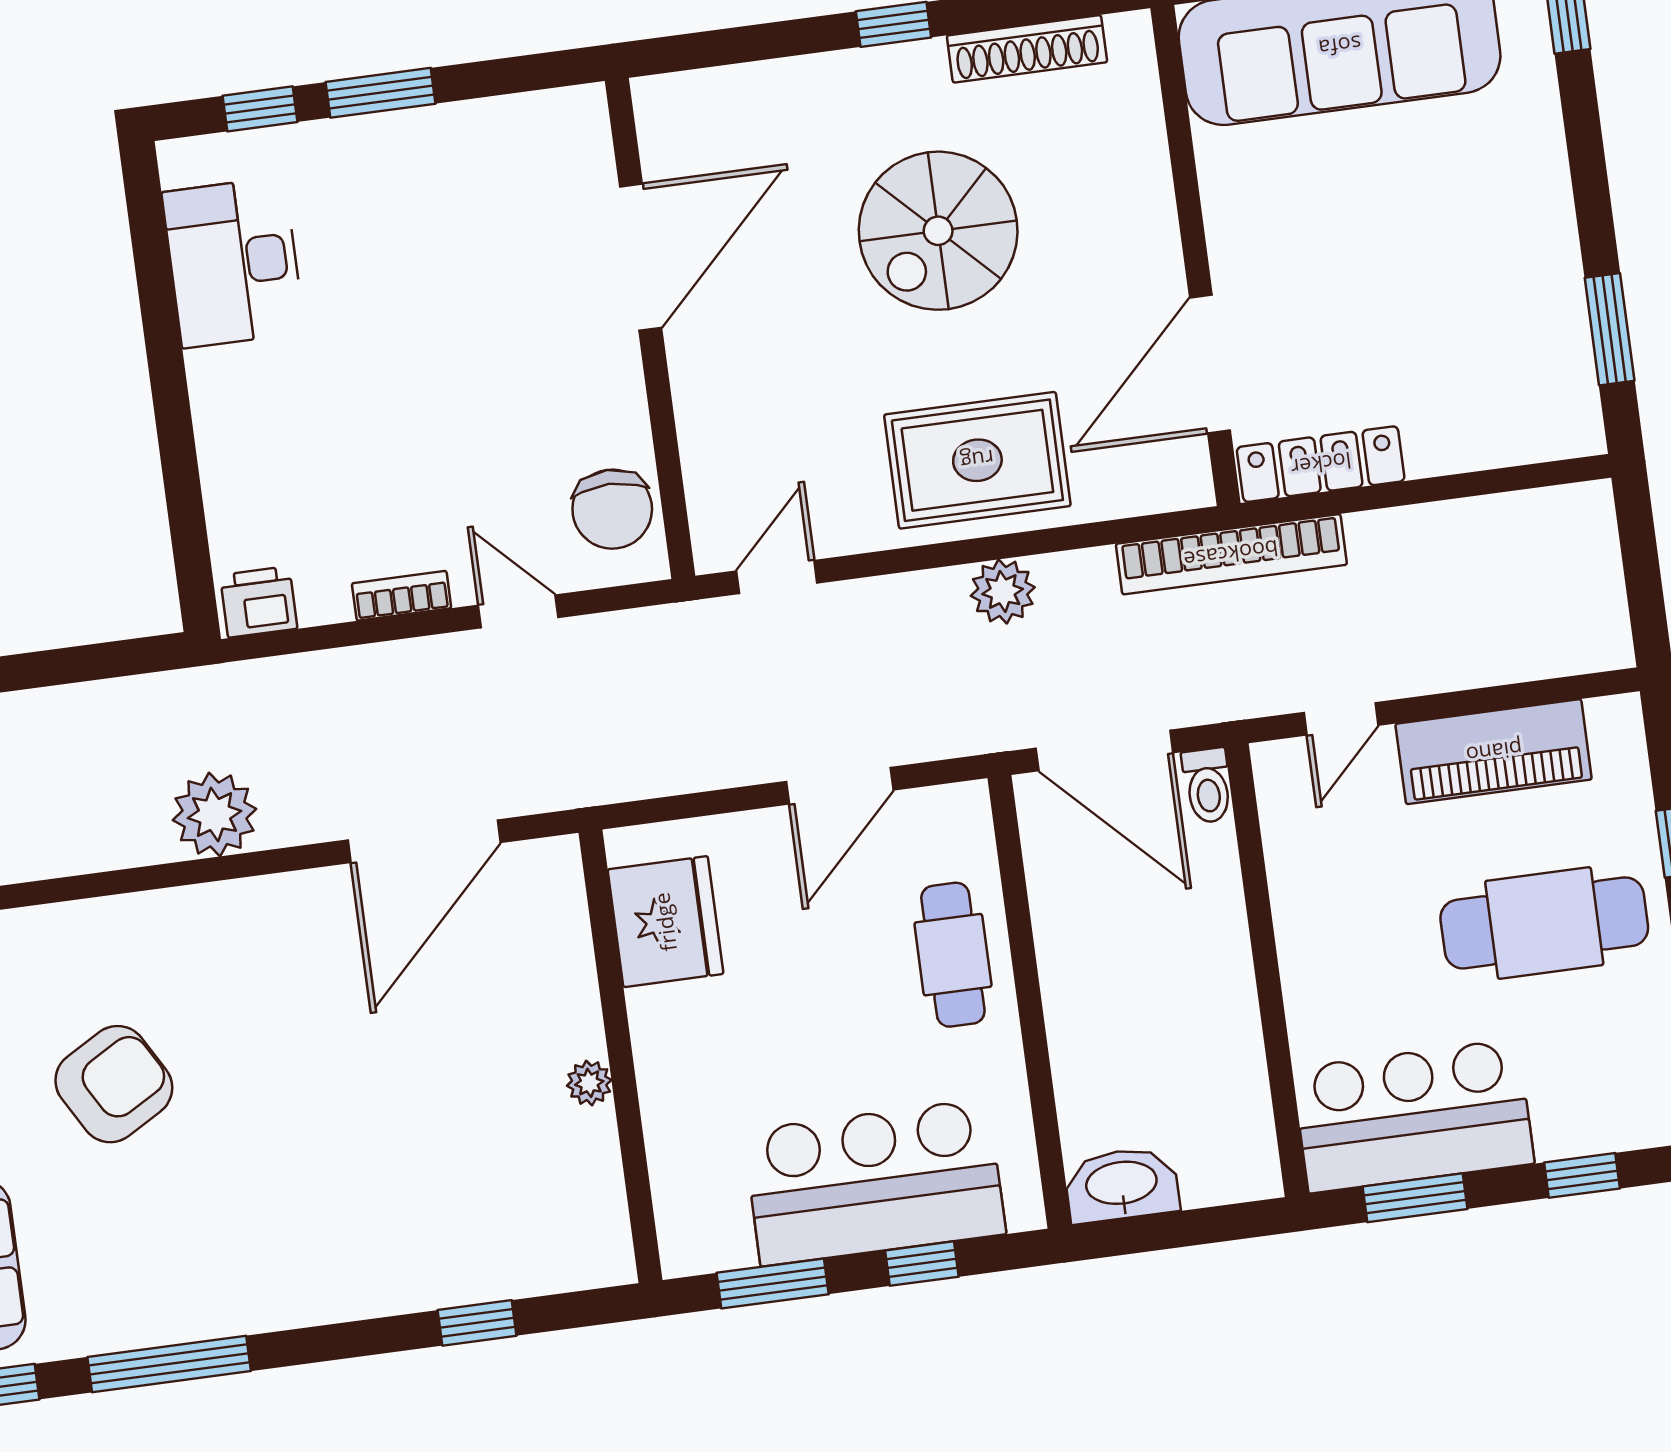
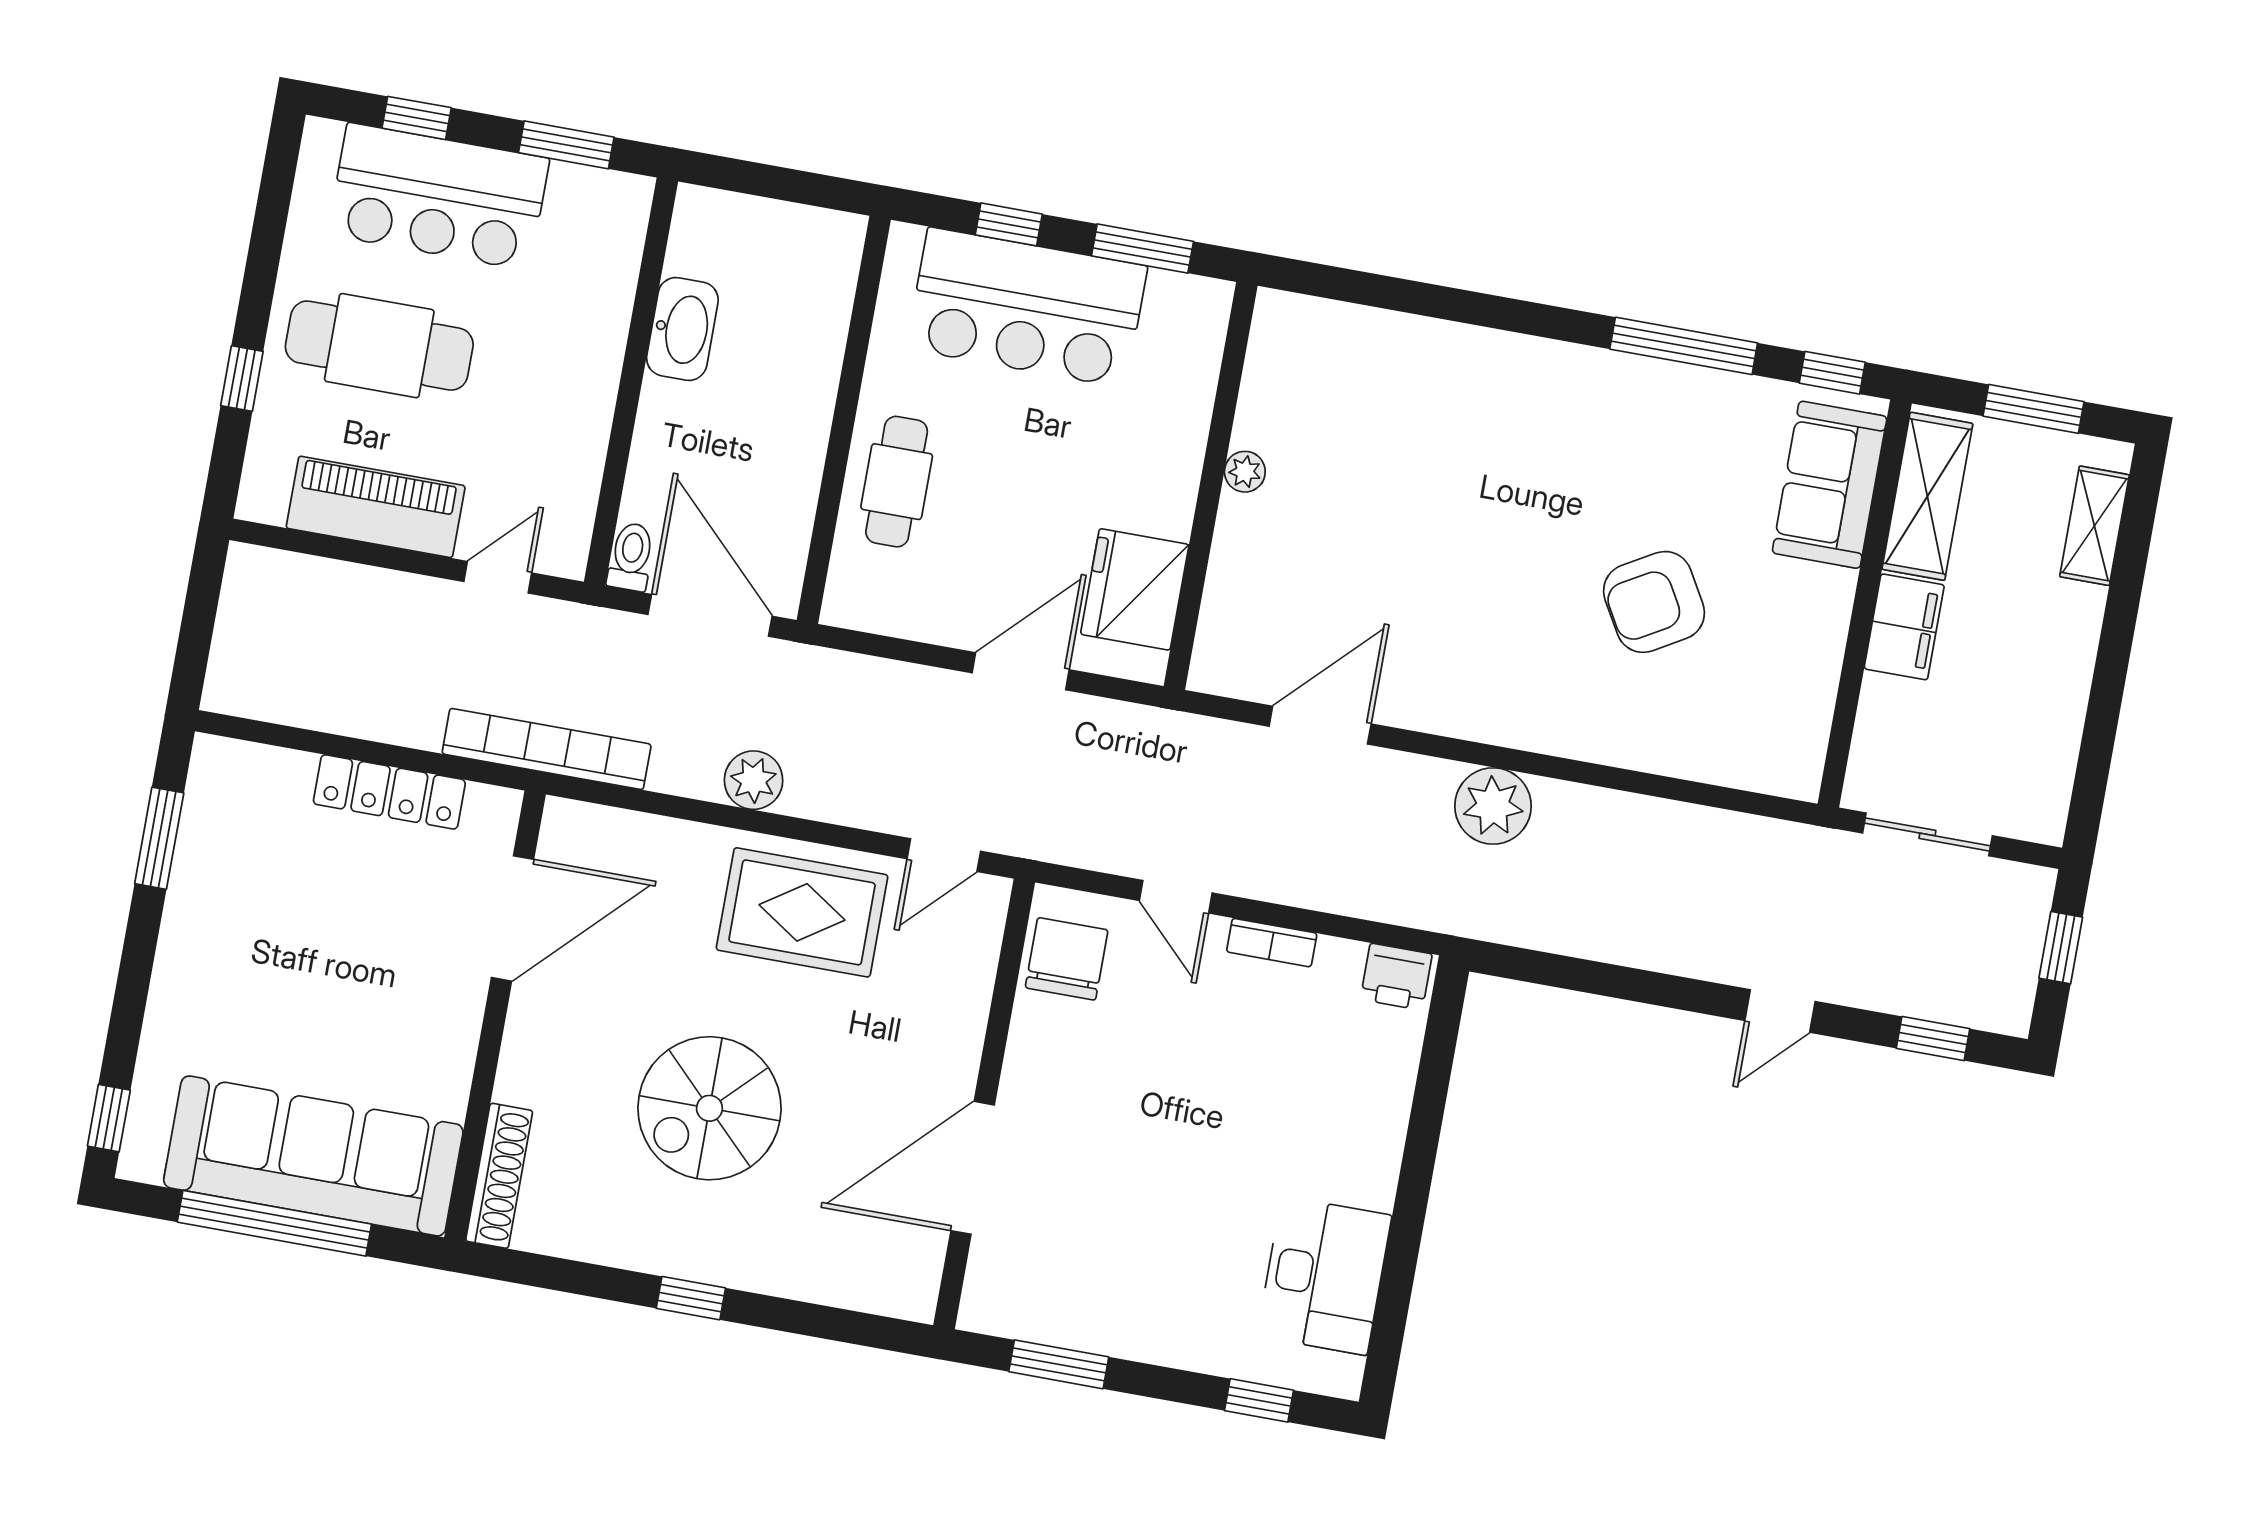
shoe rack: (1027, 49) -> (499, 1176), moved, turned 90
window: (381, 93) -> (1059, 1364), moved
spiral stairs: (938, 231) -> (709, 1108), turned 180
rug: (977, 460) -> (802, 912), moved
locker: (1321, 464) -> (389, 792), moved
door: (840, 786) -> (1021, 671), moved
door: (424, 841) -> (1320, 725), width x0.73
bar counter: (1413, 1116) -> (439, 197), moved
washbasin: (1122, 1185) -> (682, 329), moved, turned -90
window: (477, 1323) -> (1408, 296), removed

